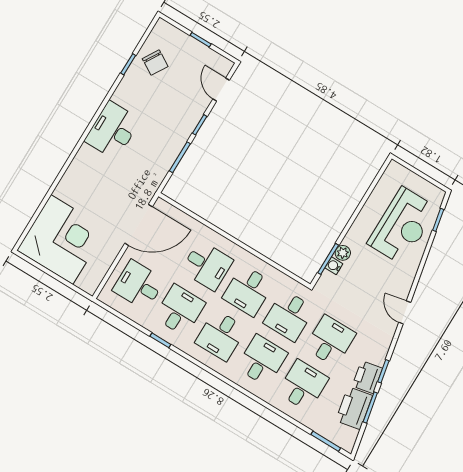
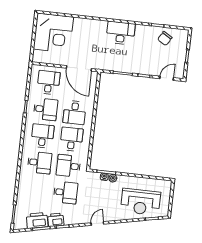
desk: (248, 291) -> (72, 139), turned 90
desk: (221, 335) -> (42, 136), turned 90
desk: (303, 385) -> (36, 189), removed

